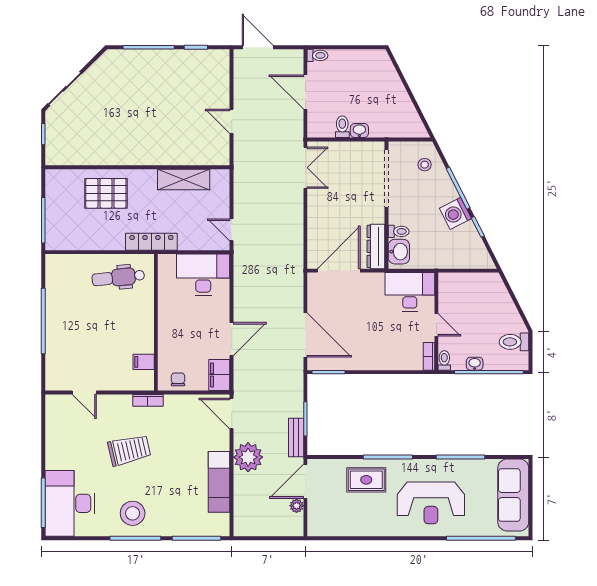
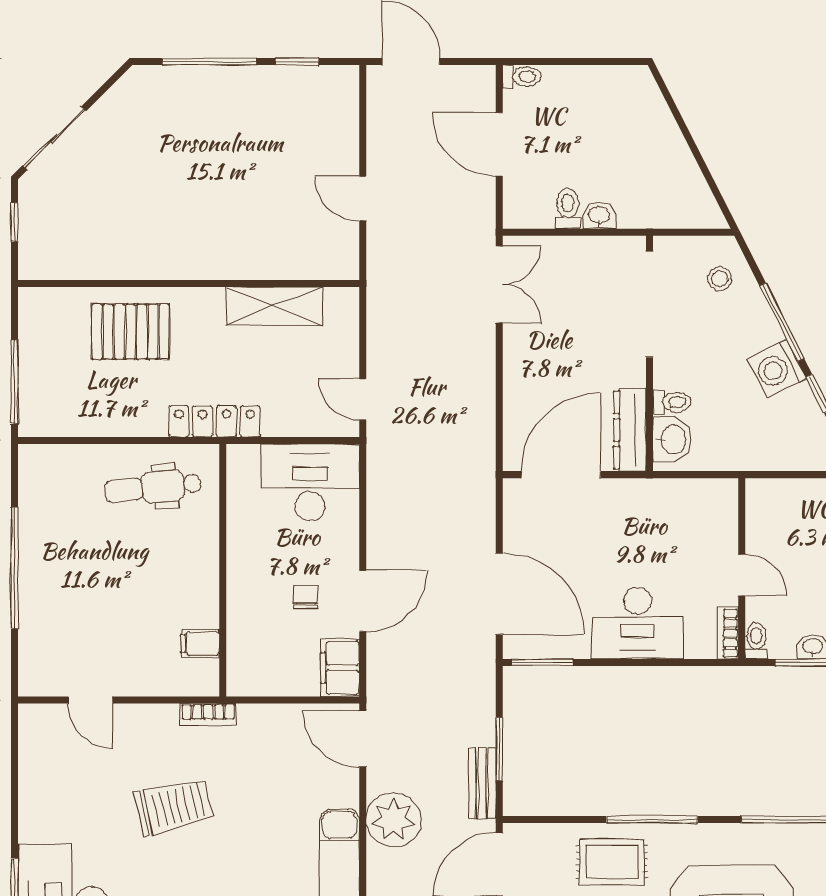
desk: (410, 292) -> (638, 623), moved, turned 180
chair: (178, 379) -> (306, 597), moved

